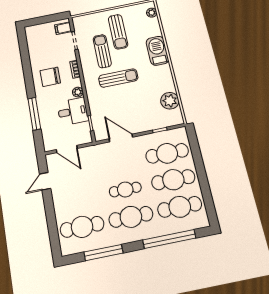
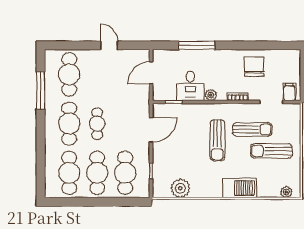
chair: (50, 77) -> (254, 67), moved
door: (45, 181) -> (109, 45), moved
window: (169, 239) -> (41, 156), removed

